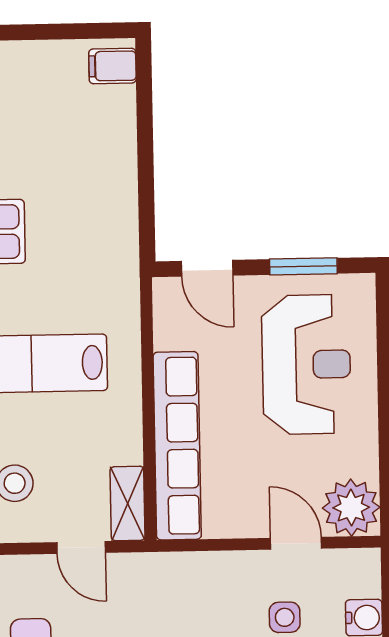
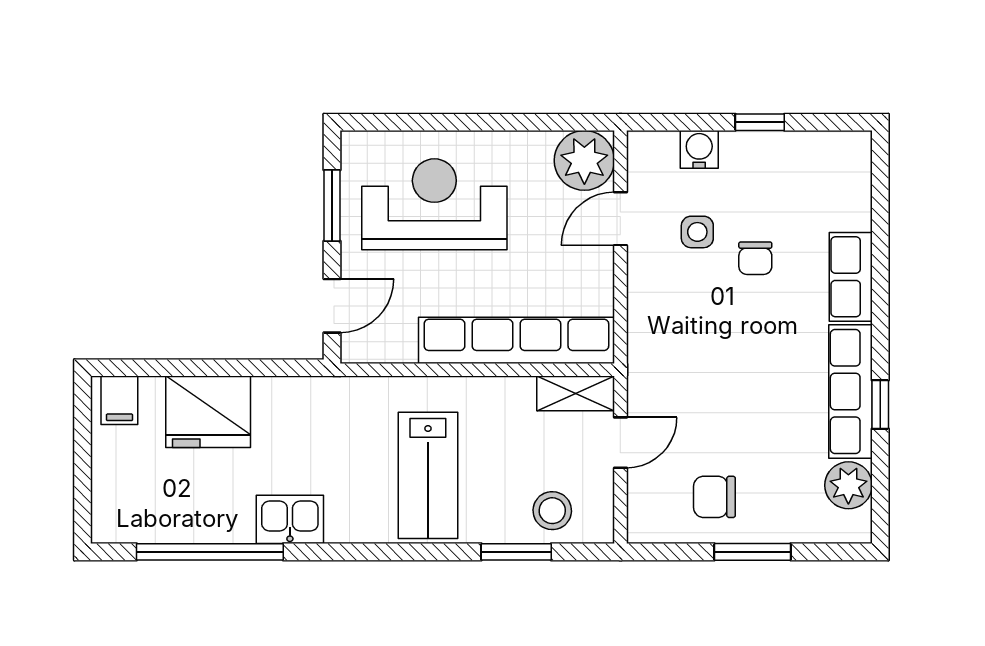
fridge: (103, 151) -> (208, 412), added

